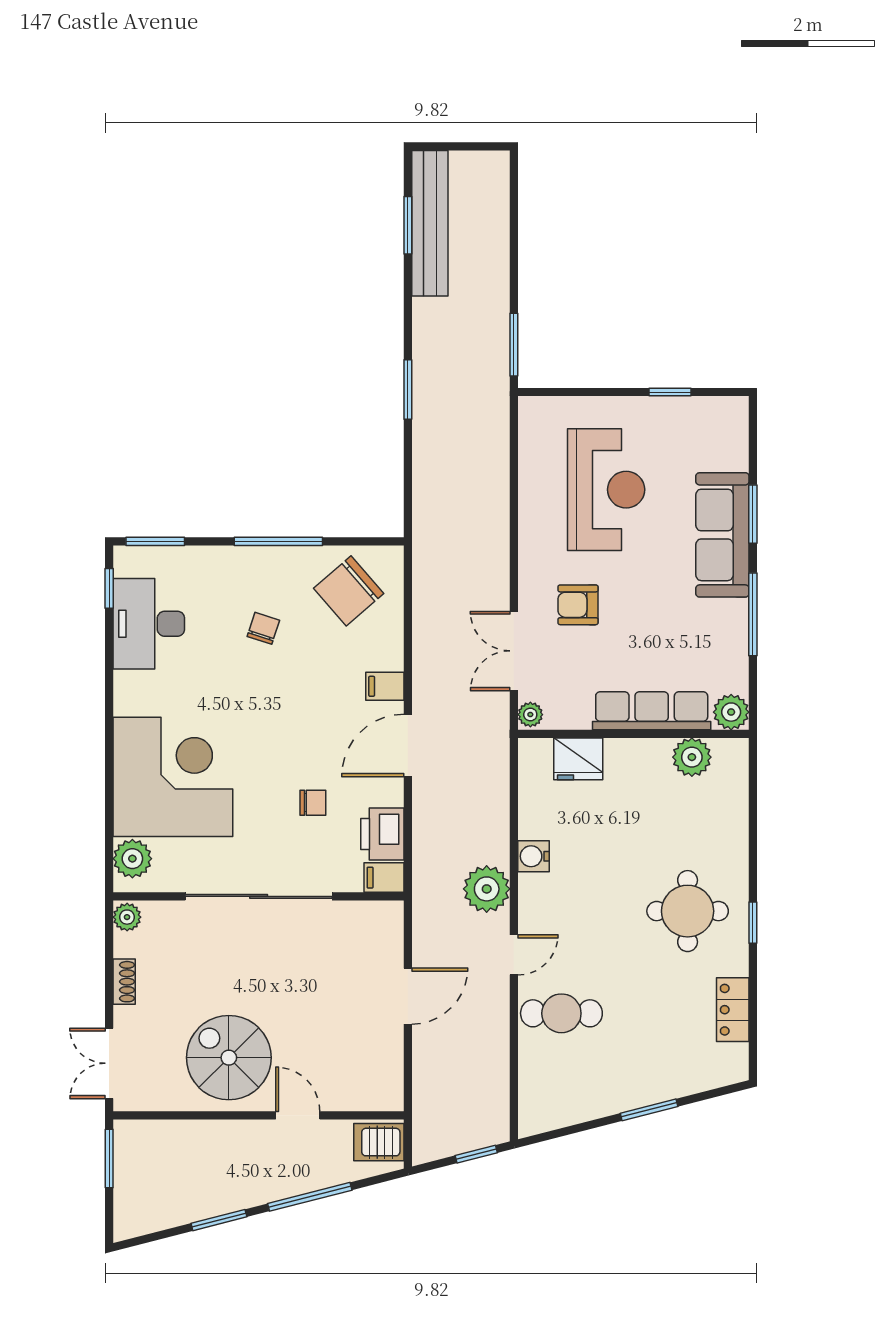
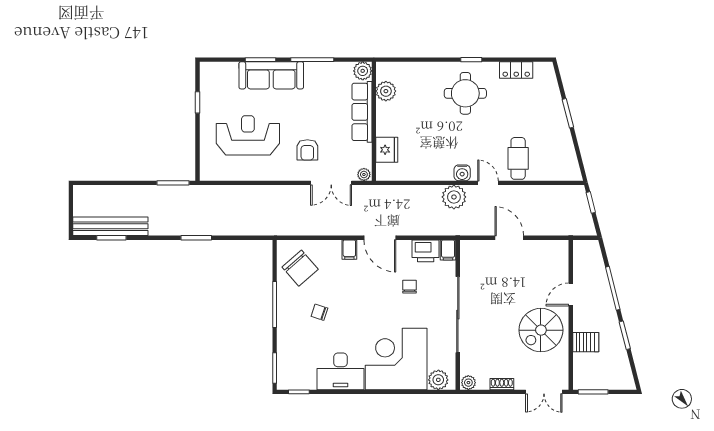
desk: (149, 624) -> (340, 371), moved
water cooler: (534, 856) -> (462, 173), moved
server rack: (379, 1142) -> (586, 342), moved, turned -90

